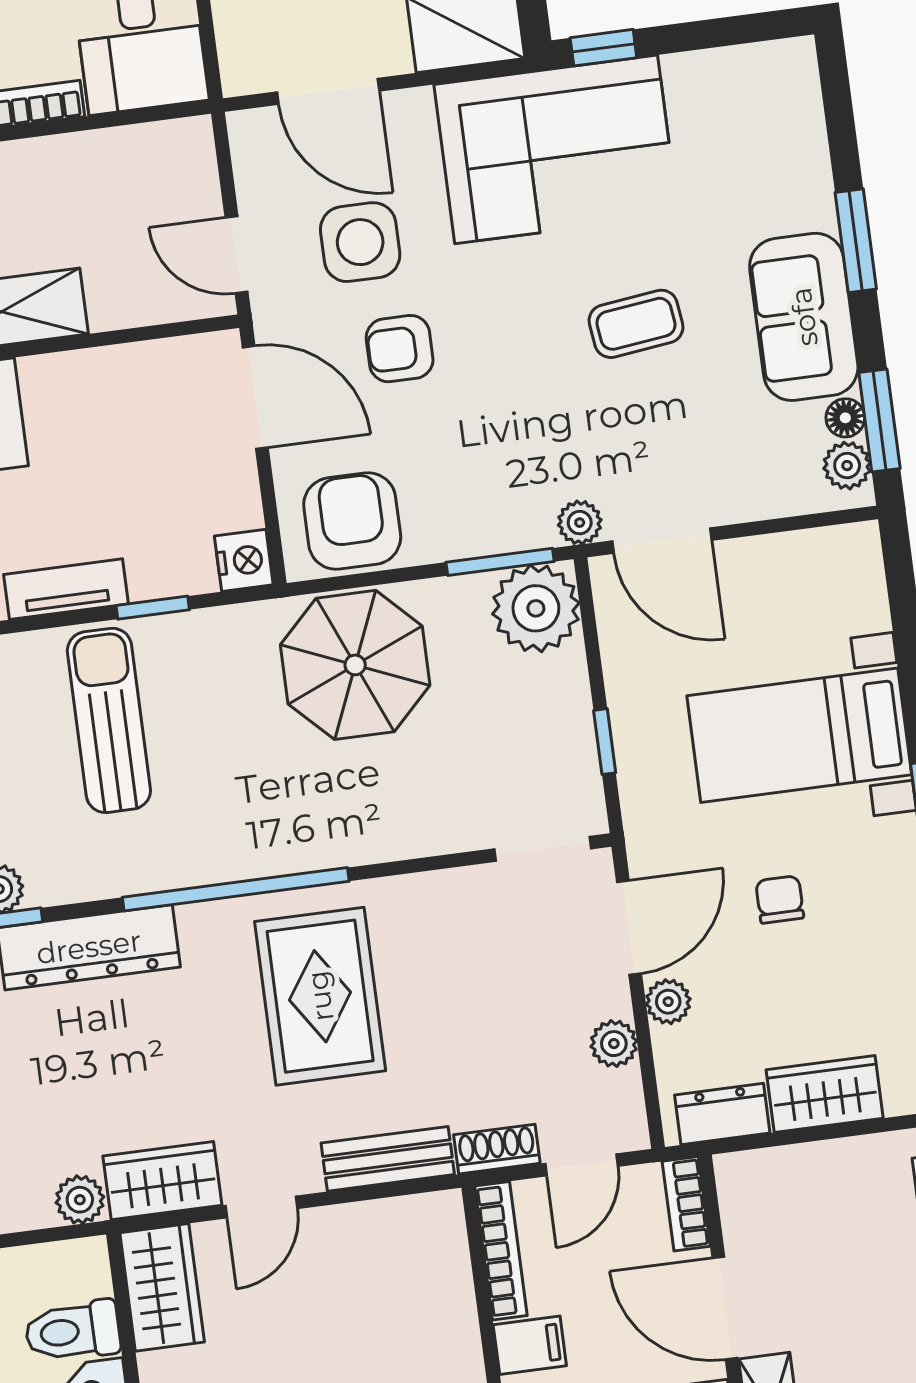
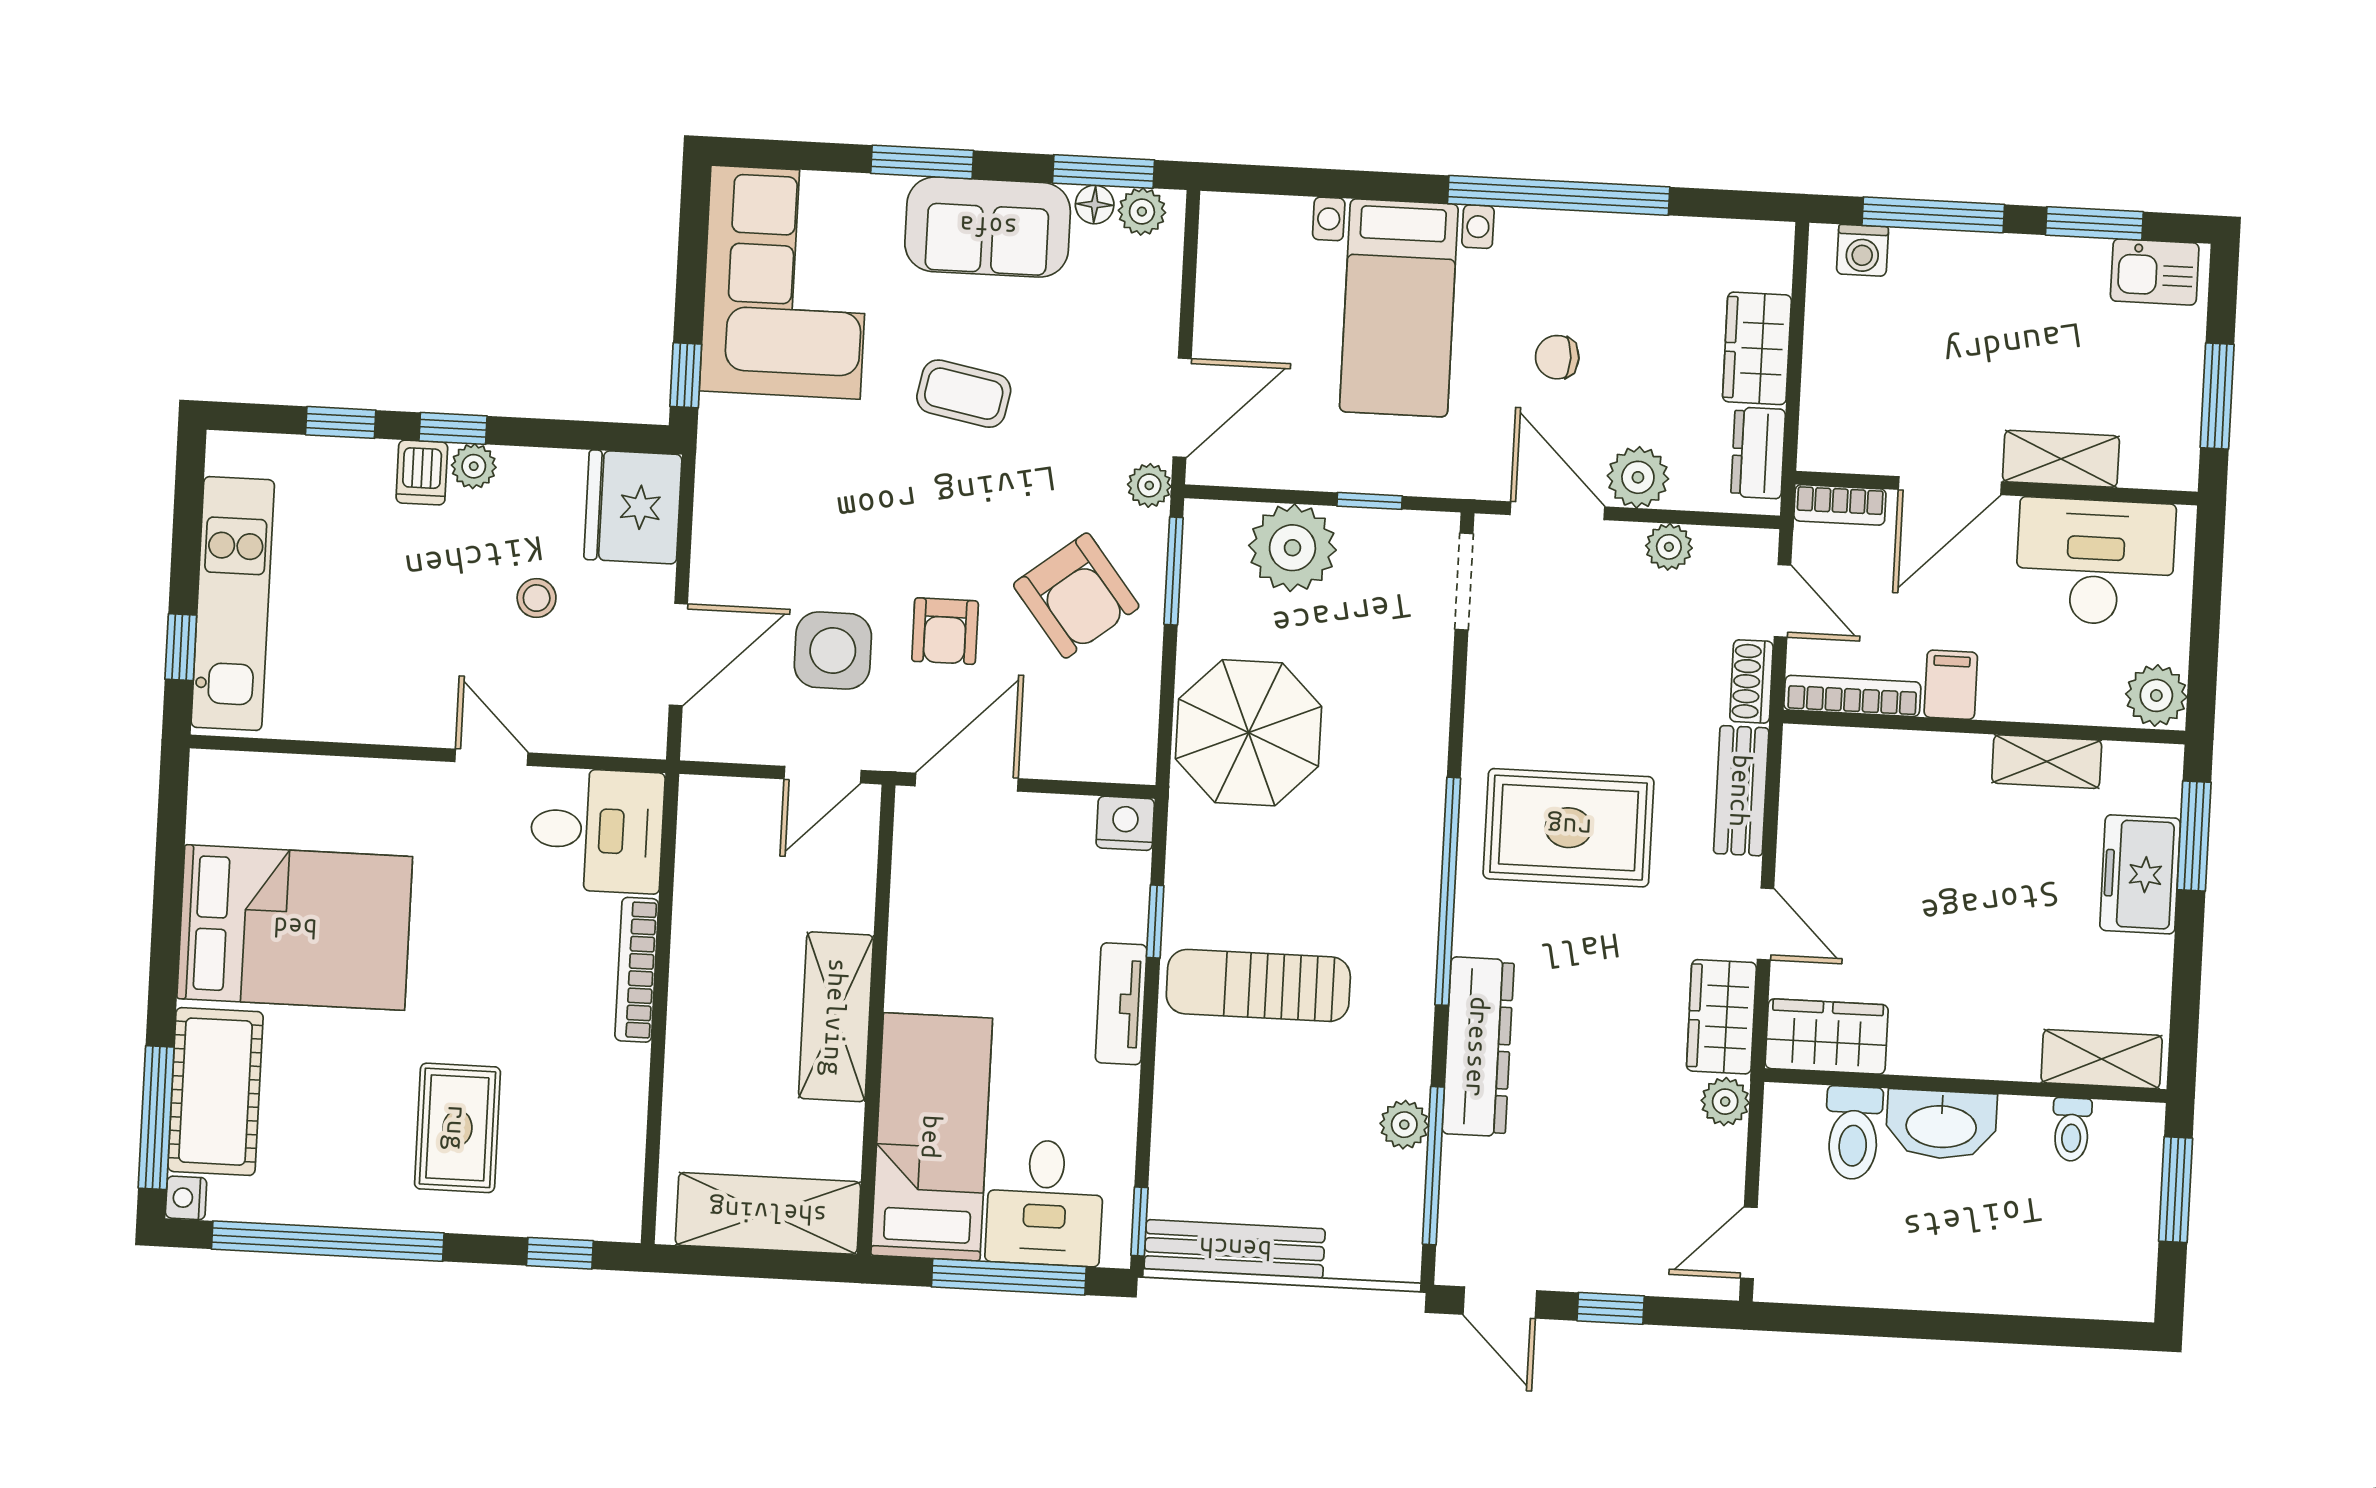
corner sofa: (556, 149) -> (786, 282), moved
coffee table: (636, 324) -> (964, 394), turned -72
armchair: (352, 521) -> (1076, 596), moved, turned -128
plant: (536, 608) -> (1292, 548), moved
plant: (668, 1002) -> (1638, 477), width x1.38, depth x1.38

